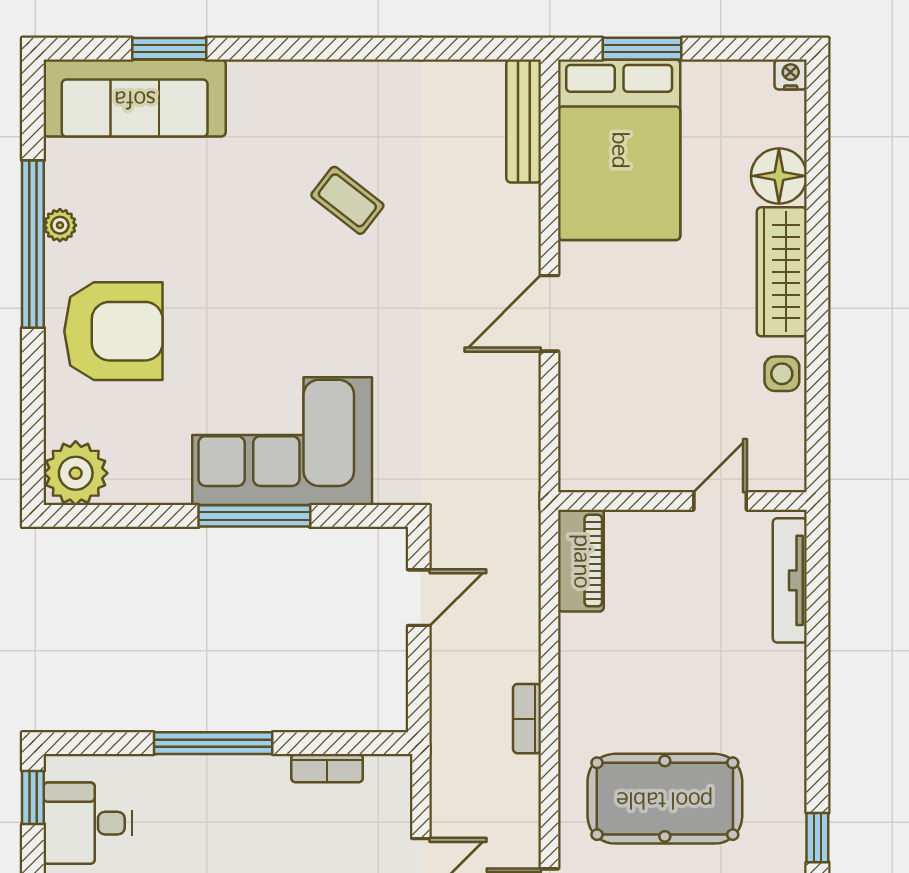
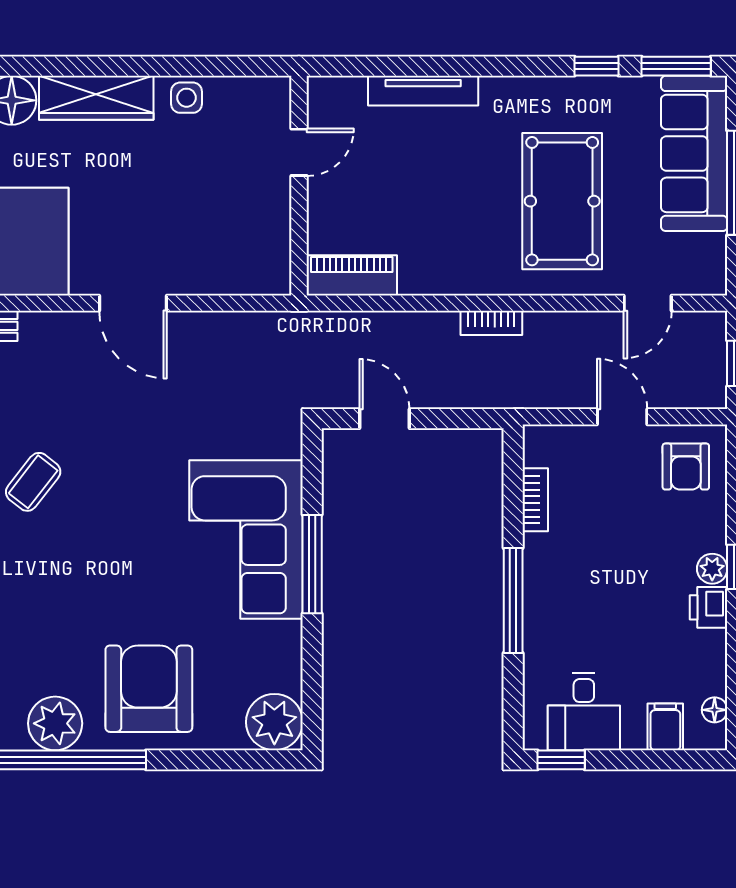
plant: (60, 225) -> (55, 723), width x1.87, depth x1.87
door: (720, 501) -> (299, 152), swing flipped
tv unit: (790, 580) -> (423, 91), moved

